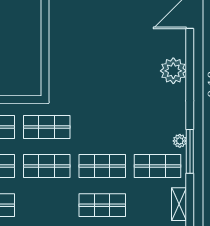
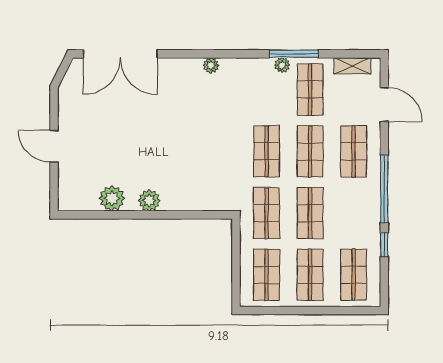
plant: (58, 21) -> (149, 200), added
plant: (173, 71) -> (211, 65), width x0.53, depth x0.53
shop shelf: (102, 127) -> (267, 151), added

